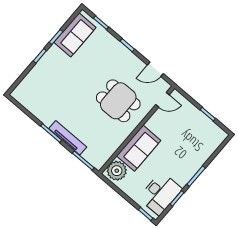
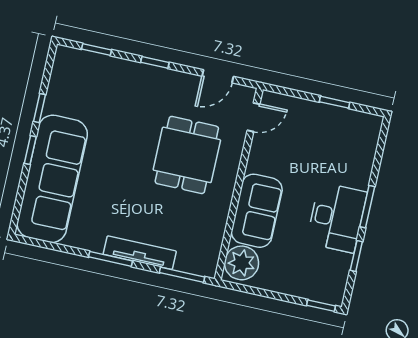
sofa: (75, 35) -> (52, 179), moved, width x1.85, depth x1.27
dining table: (118, 101) -> (187, 155), turned 90
desk: (160, 193) -> (337, 218), moved

